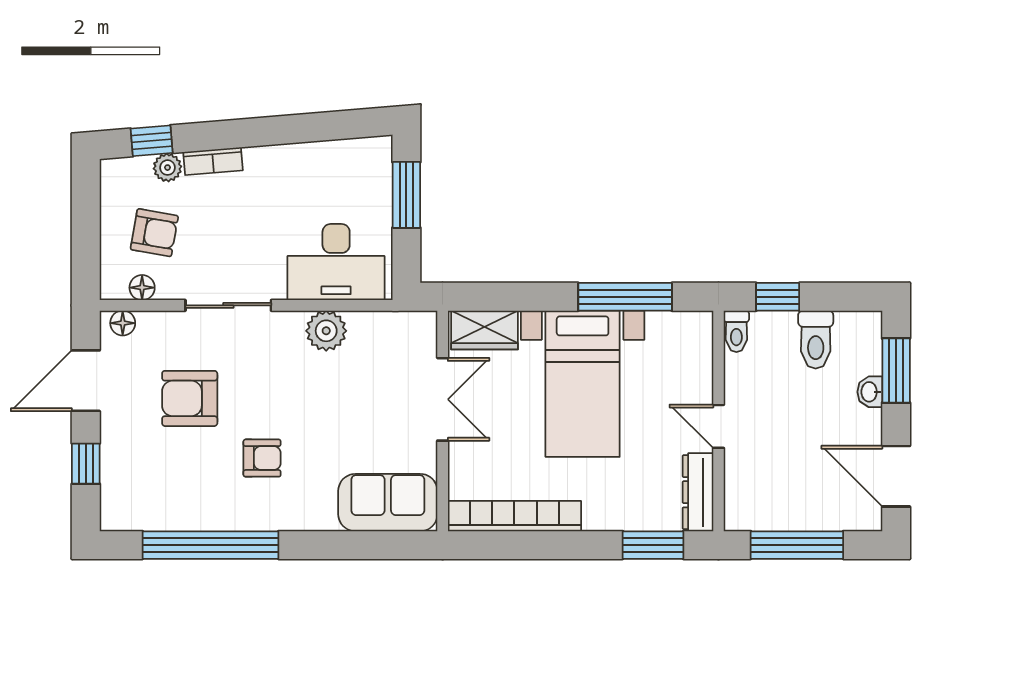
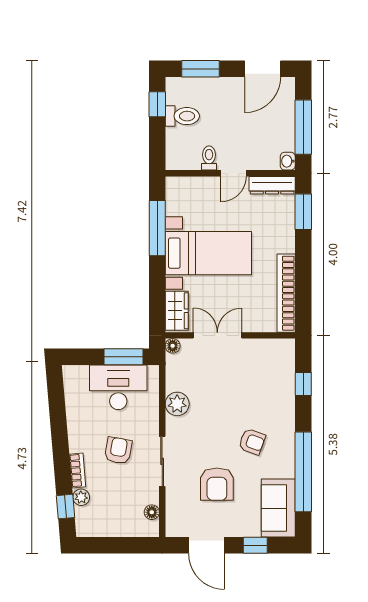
window: (406, 195) -> (123, 357), moved
armchair: (154, 233) -> (118, 451), moved
desk: (336, 262) -> (118, 387), moved, turned -90
window: (778, 297) -> (157, 104), moved
floor lamp: (123, 323) -> (173, 346), moved
toilet: (736, 331) -> (209, 158), moved, turned -90
washbasin: (870, 392) -> (288, 161), moved, turned 90
armchair: (262, 458) -> (252, 442), turned 110
sofa: (388, 503) -> (278, 508), moved
window: (360, 545) -> (303, 384), added

